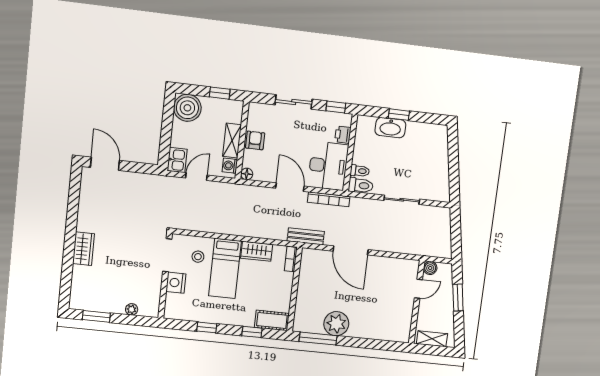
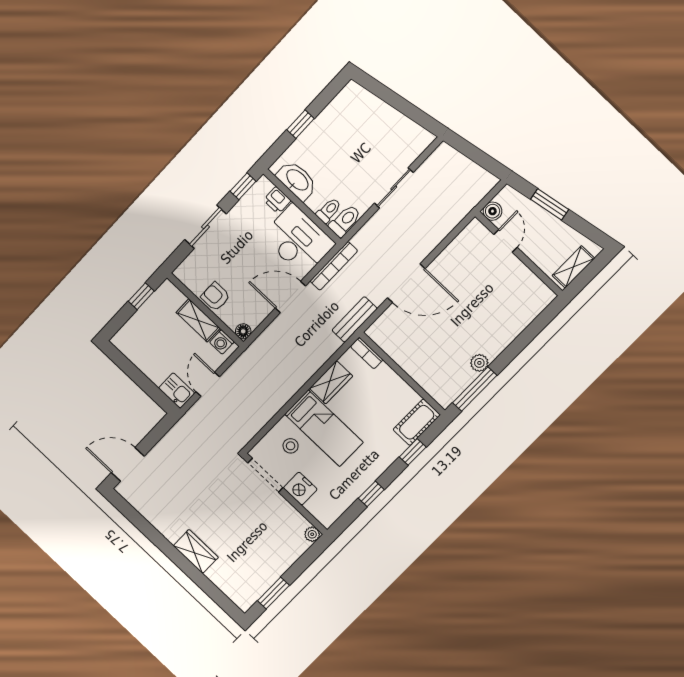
boiler: (187, 108) -> (132, 340), removed
washbasin: (390, 128) -> (297, 180), moved, turned -90
plant: (132, 309) -> (312, 534), moved
plant: (336, 324) -> (479, 363), width x0.53, depth x0.53

